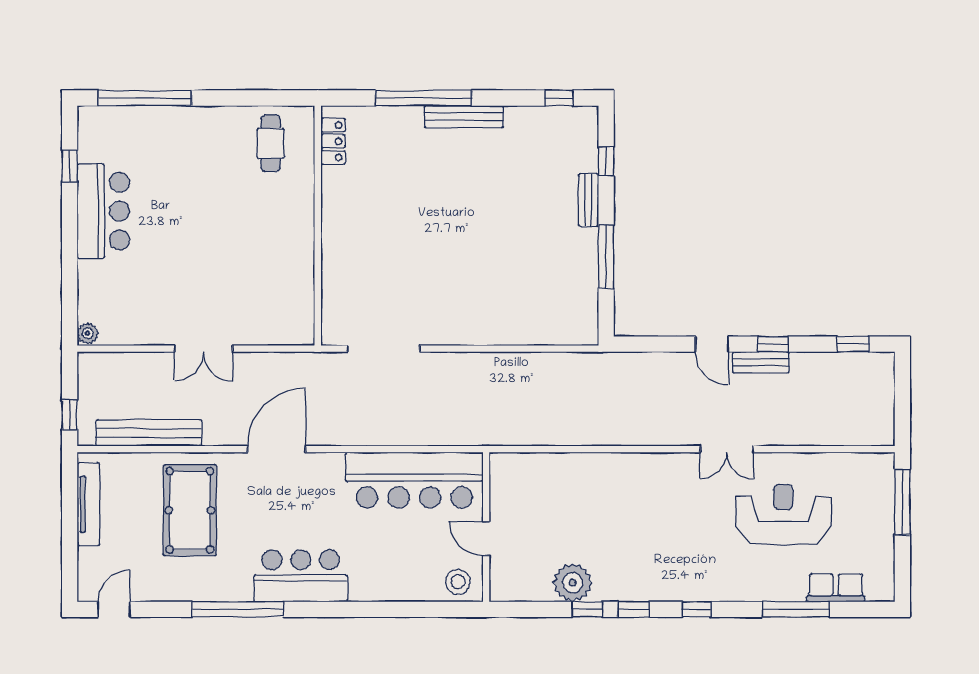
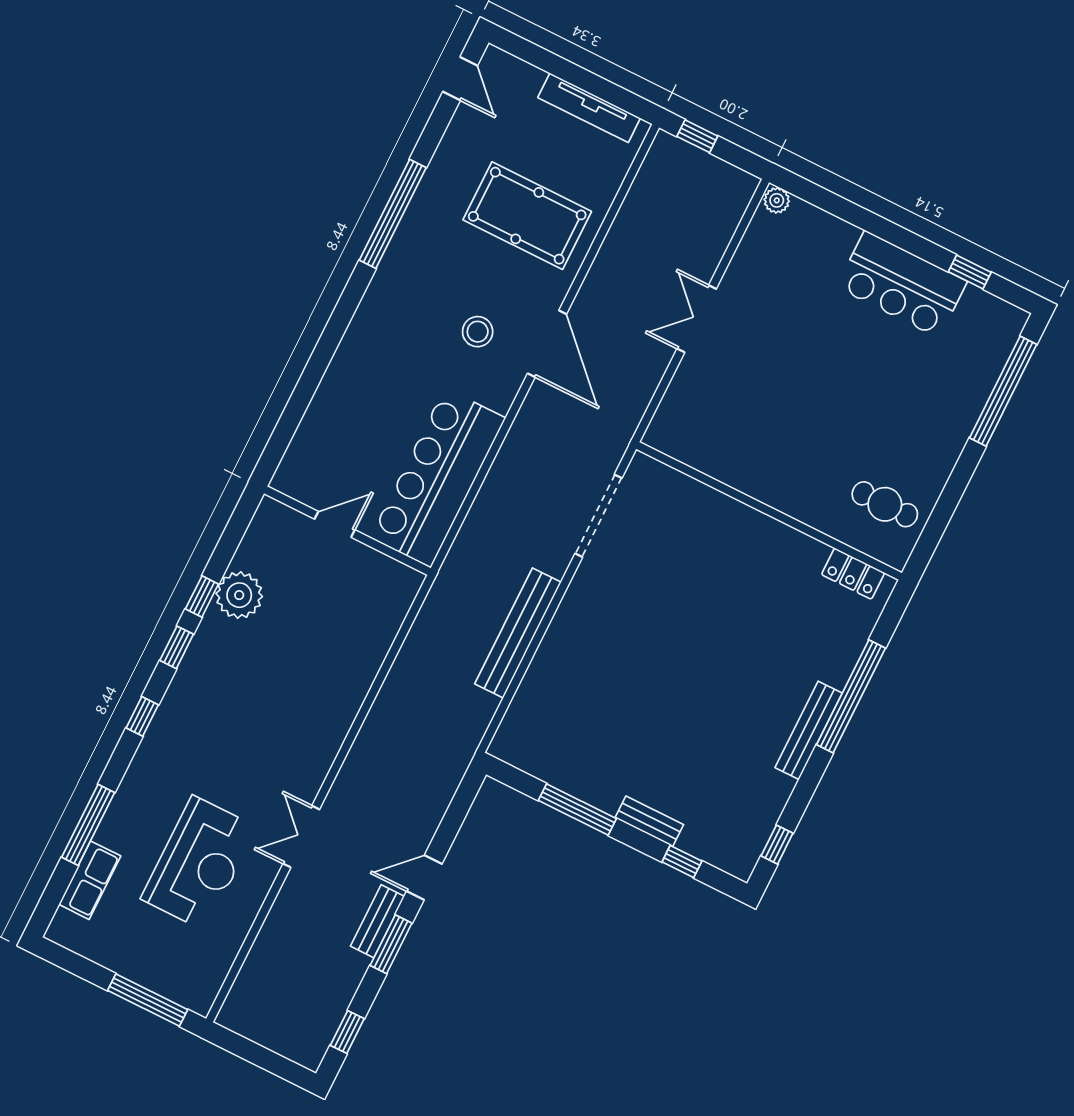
window: (773, 344) -> (391, 944), width x1.50
bench: (149, 433) -> (518, 633), moved
bar counter: (301, 576) -> (395, 301), removed
stool: (458, 582) -> (478, 332), moved

